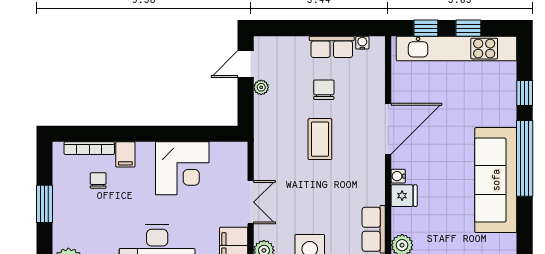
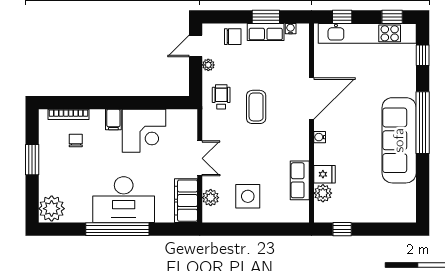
window: (332, 28) -> (266, 17), added
window: (468, 28) -> (392, 17), moved
chair: (324, 90) -> (233, 37), moved, turned 90
window: (525, 93) -> (423, 55), moved
wheelchair: (277, 127) -> (221, 97), added
filing cabinet: (125, 154) -> (113, 119), moved
fridge: (404, 196) -> (325, 174), moved

